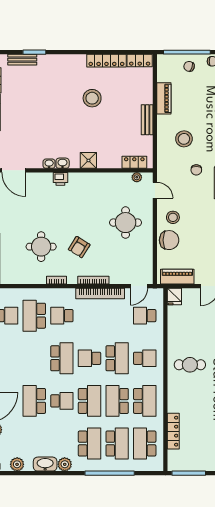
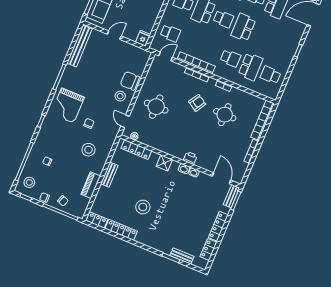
locker: (134, 162) -> (136, 150), width x1.53
piano: (177, 277) -> (135, 52), removed

